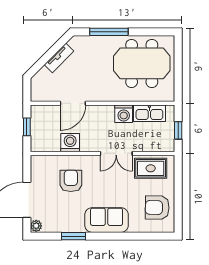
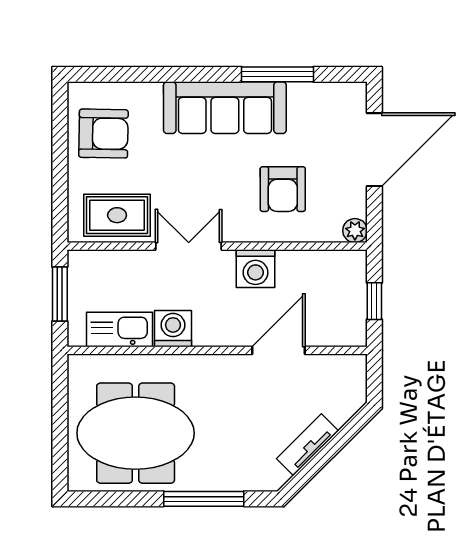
window: (178, 130) -> (60, 294), width x1.50
washing machine: (70, 143) -> (255, 269), moved
sofa: (107, 220) -> (225, 108), width x1.36
plant: (36, 226) -> (355, 231), moved
window: (73, 236) -> (277, 74), width x1.44

